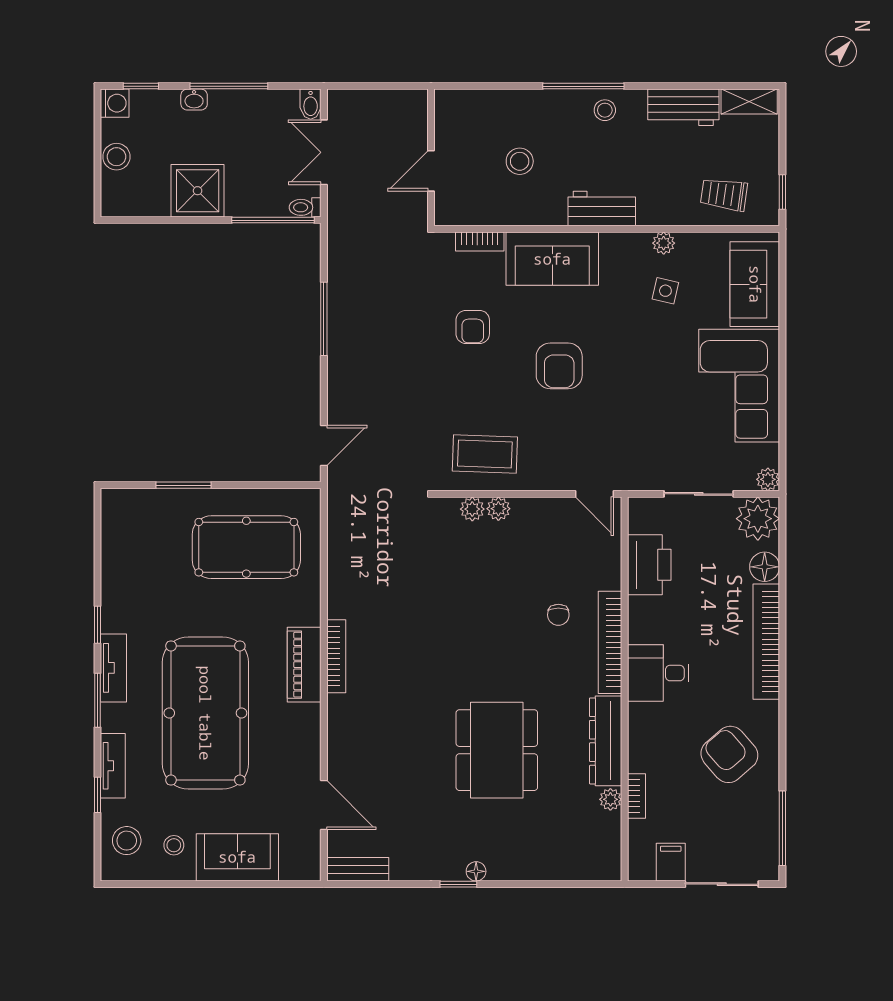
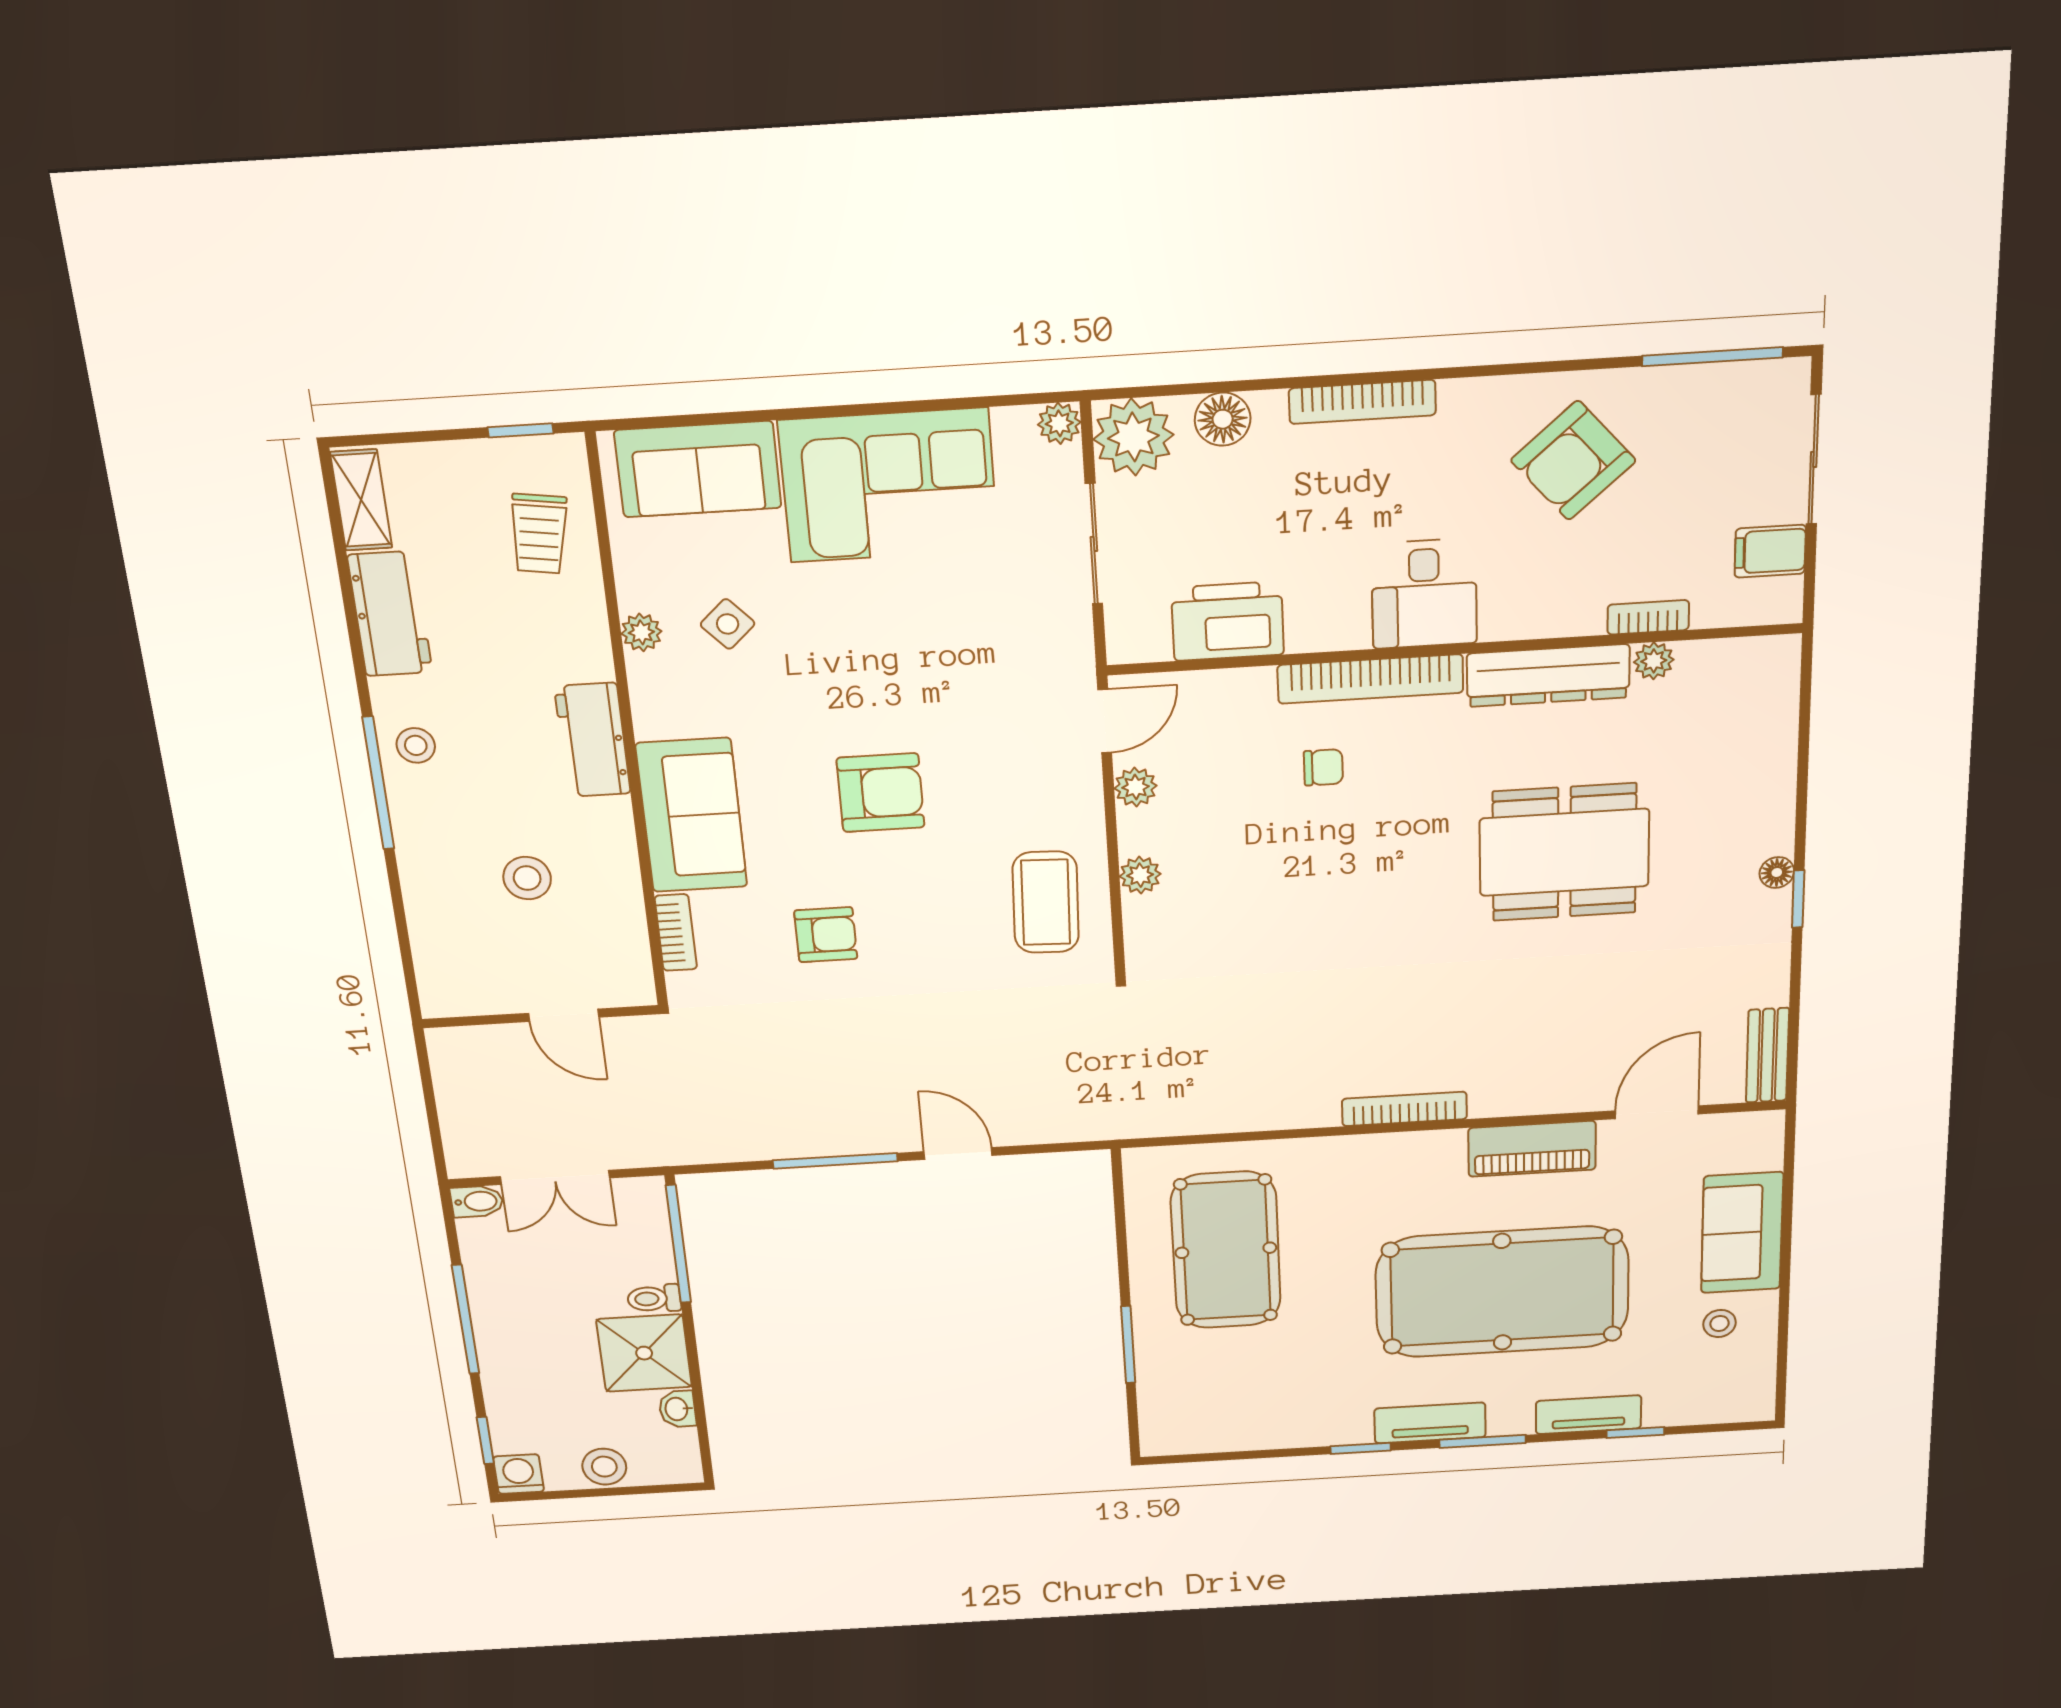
washbasin: (194, 100) -> (677, 1409), moved, turned 180
toilet: (305, 207) -> (654, 1299), moved, turned 90
side table: (665, 291) -> (728, 624), turned 34
door: (324, 445) -> (958, 1154), moved
plant: (472, 509) -> (1136, 787), moved
bookcase: (766, 642) -> (1362, 402), width x0.68, depth x0.76
piano: (304, 665) -> (1532, 1149), moved
stool: (127, 841) -> (1710, 1389), removed

